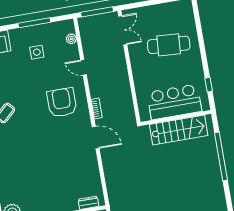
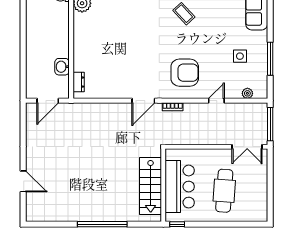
bar counter: (174, 102) -> (180, 187), moved
wall: (176, 118) -> (163, 185), moved
stairs: (179, 130) -> (151, 186), moved

